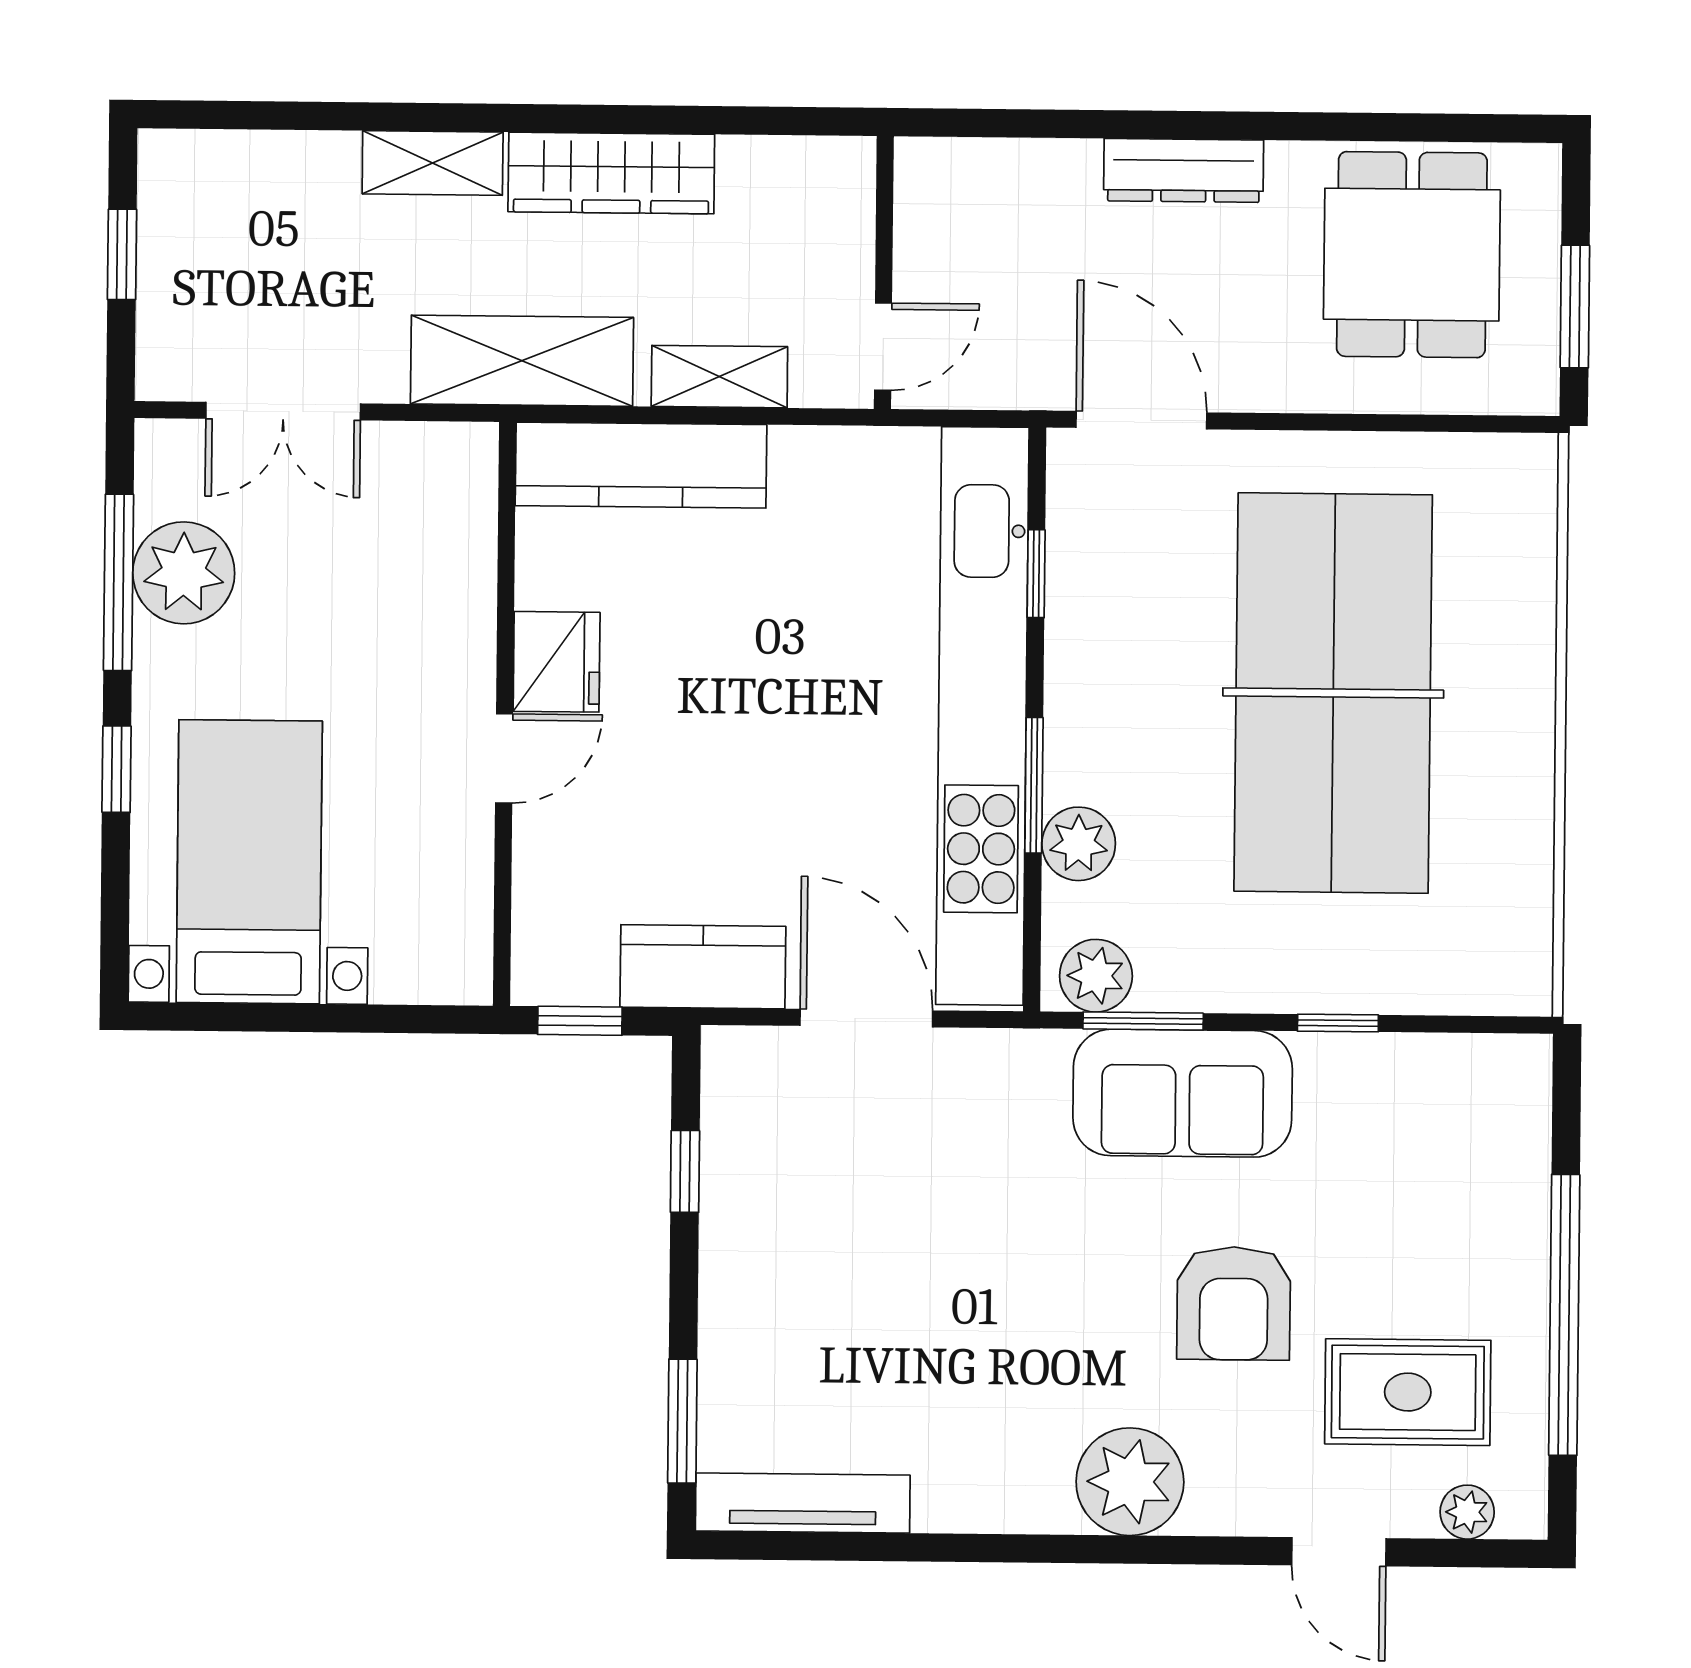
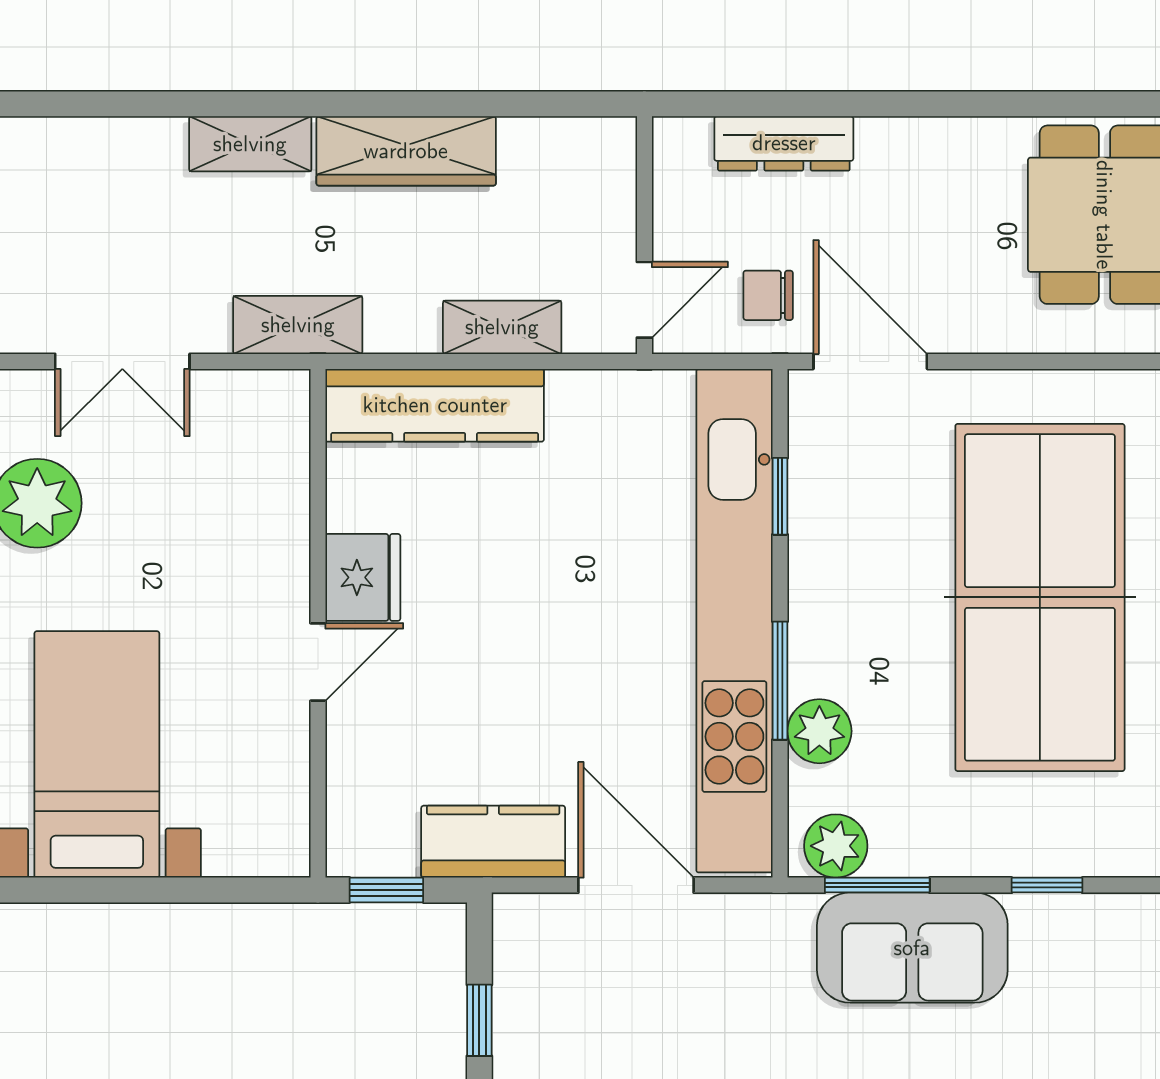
dresser: (1184, 170) -> (784, 143), moved
chair: (1025, 343) -> (768, 295), added
shelving: (522, 361) -> (298, 325), width x0.67, depth x0.75

